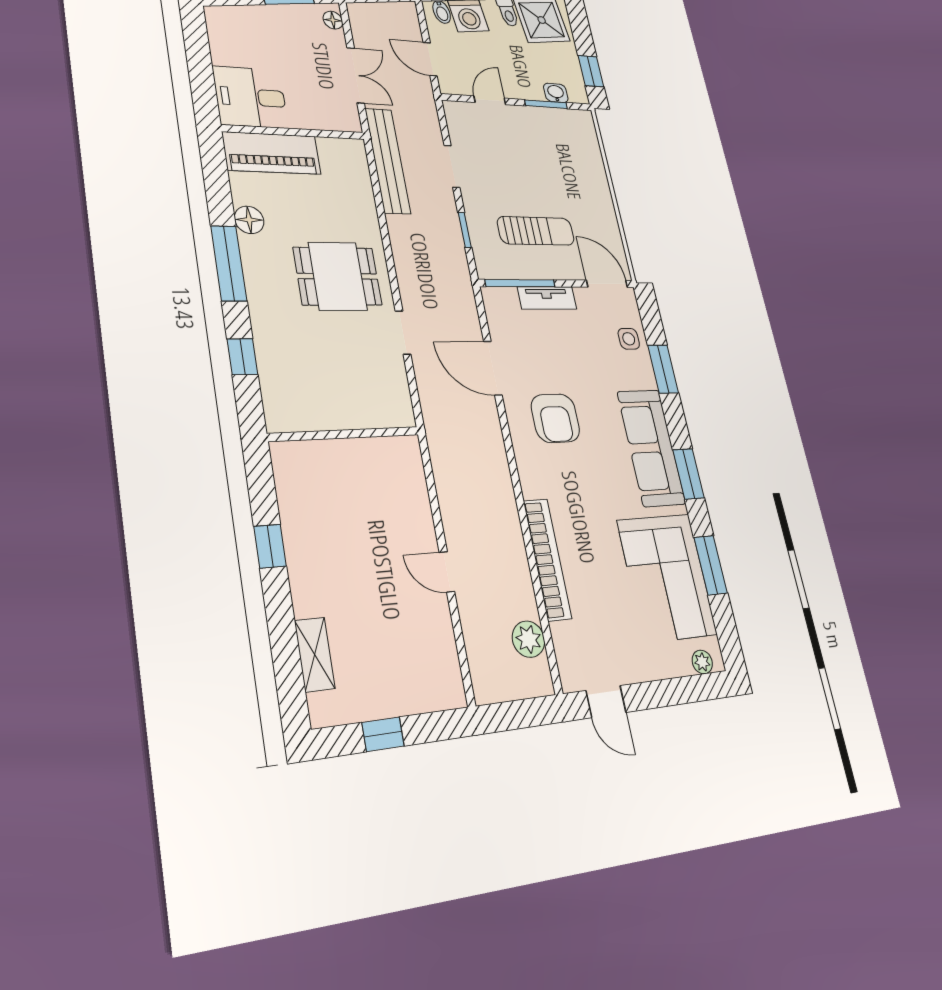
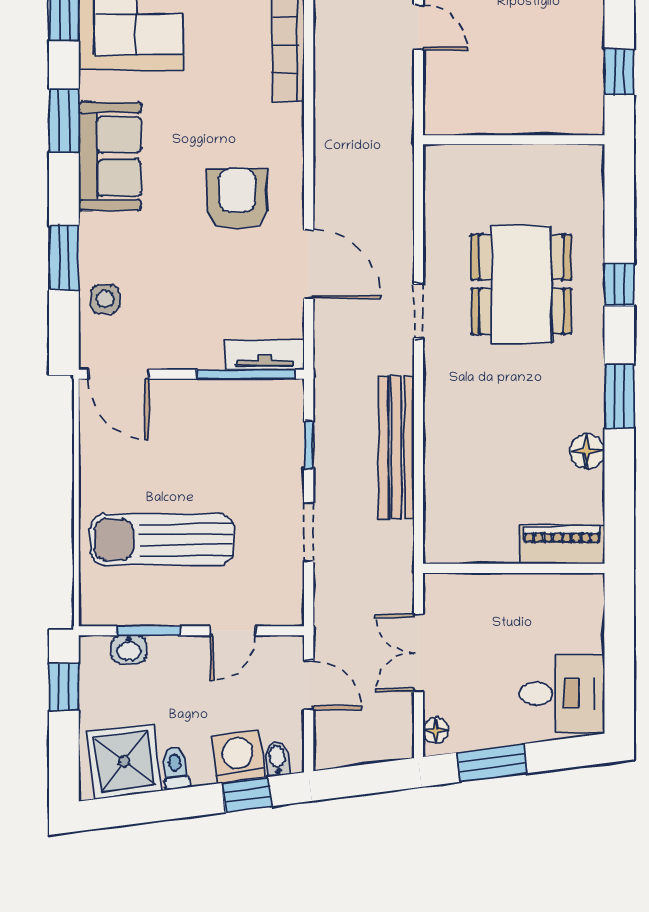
desk: (250, 97) -> (562, 694), moved
piano: (272, 153) -> (562, 545), width x0.73, depth x0.75
bench: (388, 161) -> (396, 447), moved
sun lounger: (536, 231) -> (162, 539), moved, width x1.36, depth x1.34
window: (229, 263) -> (619, 397), width x0.69
dining table: (338, 276) -> (521, 284), moved, width x1.38
tv unit: (547, 298) -> (265, 355), moved
wall: (344, 434) -> (514, 140), moved
sofa: (651, 448) -> (110, 156), width x0.73

